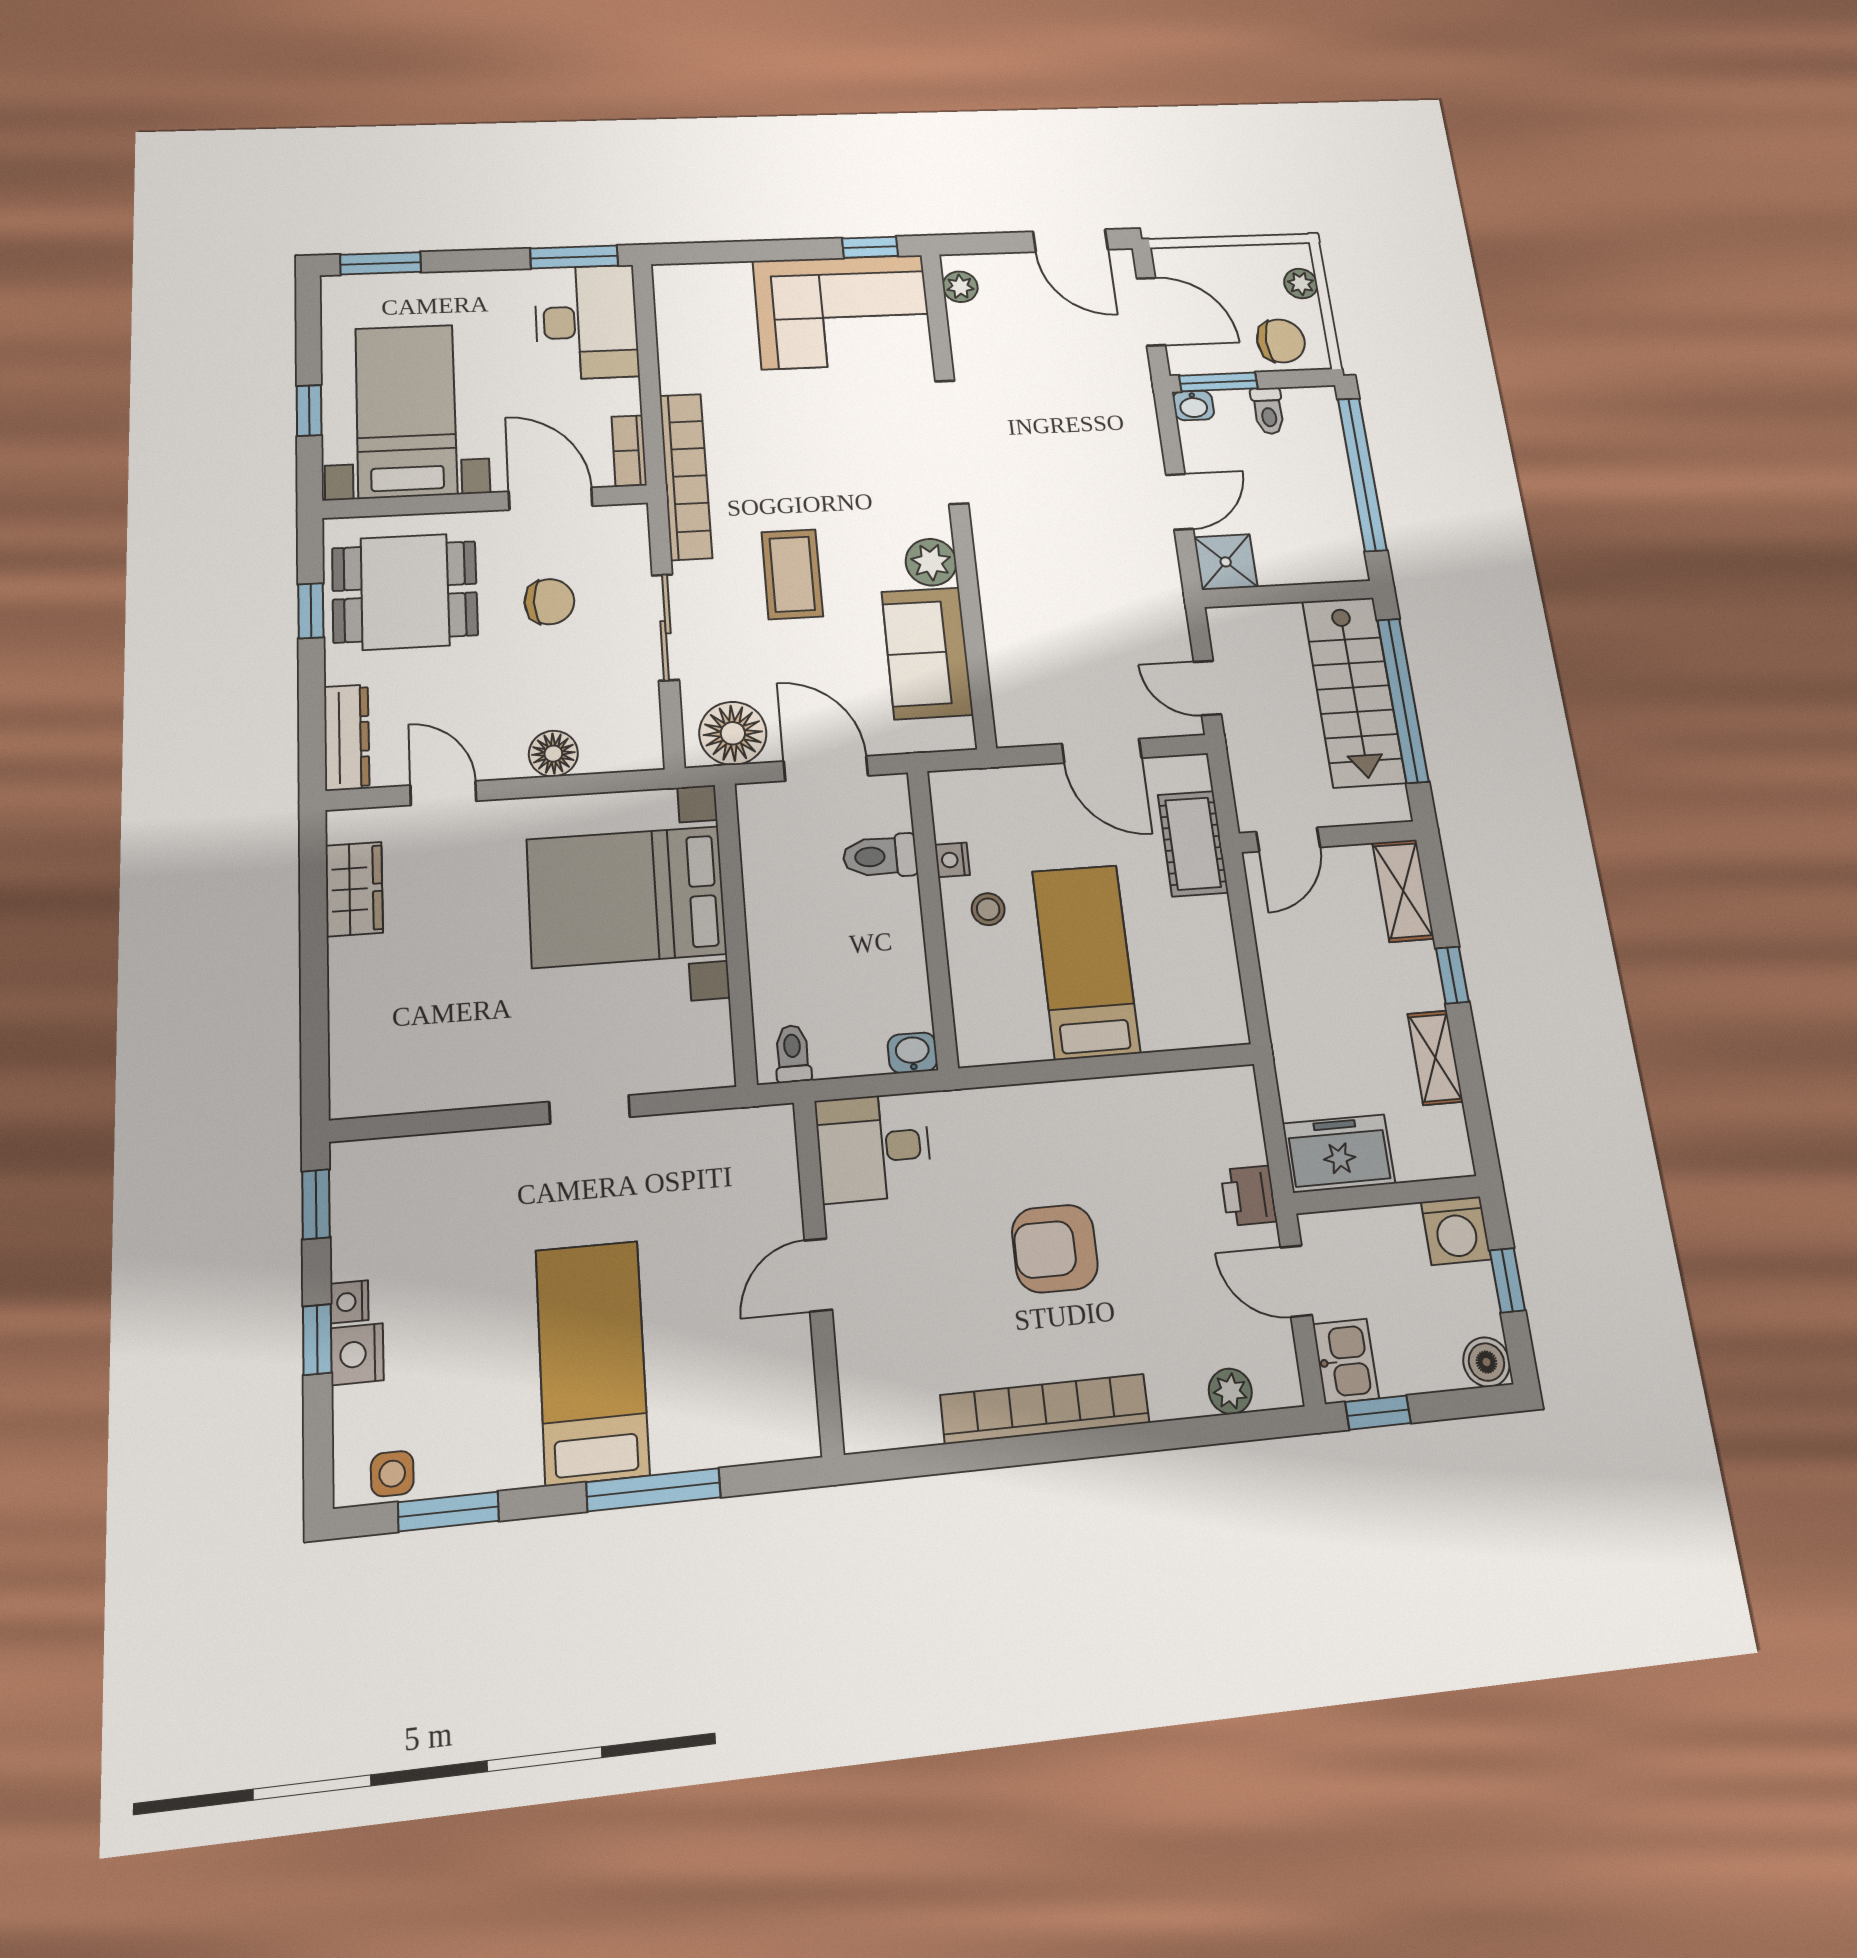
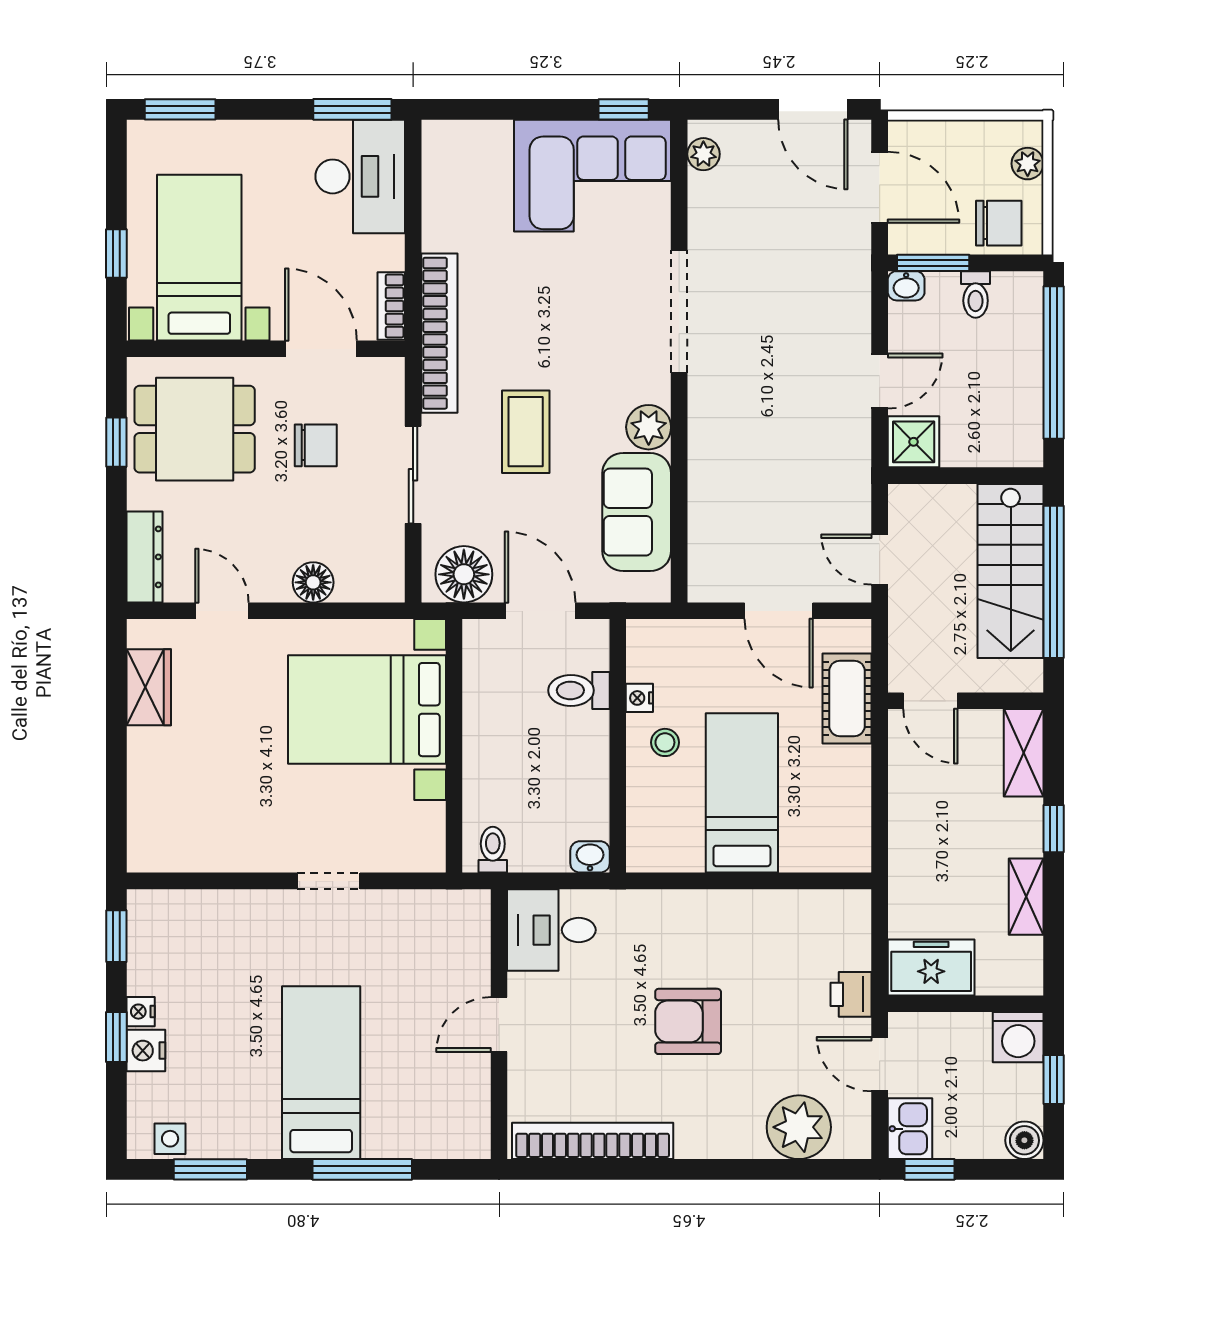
door: (1288, 839) -> (930, 701), hinge flipped
plant: (1230, 1391) -> (799, 1127), width x1.88, depth x1.88
bookcase: (1045, 1409) -> (593, 1141), moved

